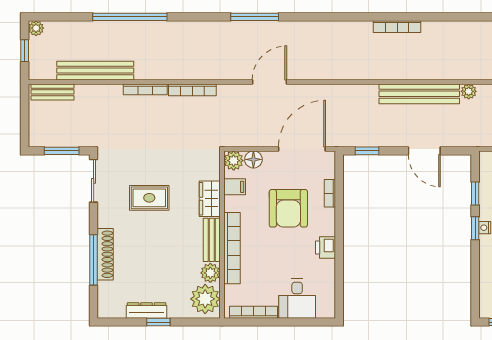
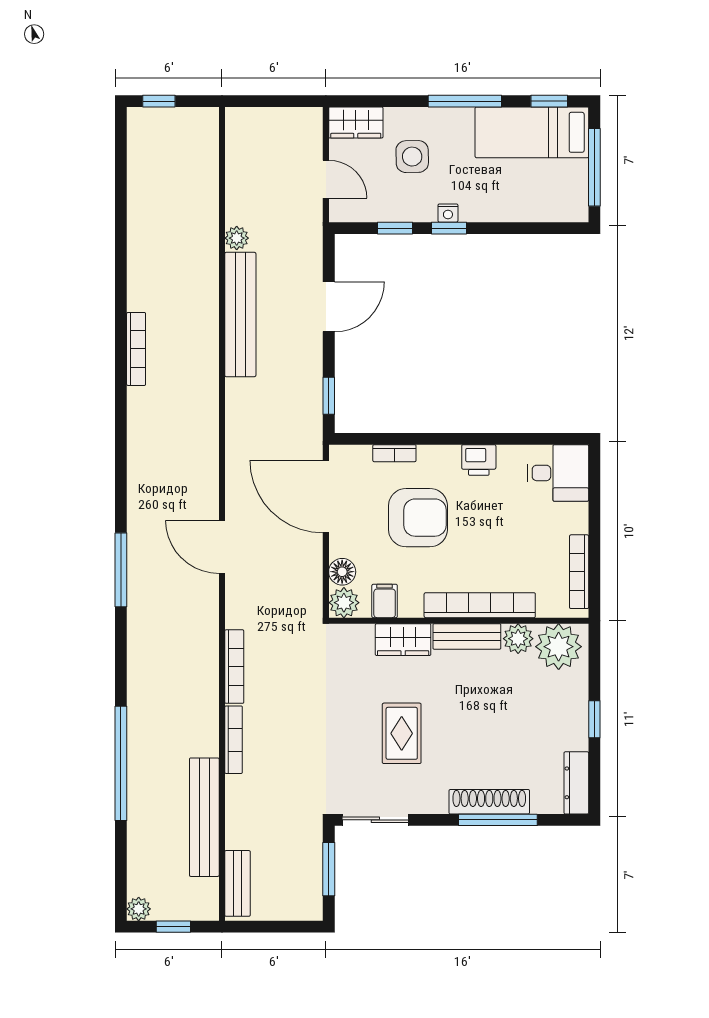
desk: (297, 299) -> (558, 473), moved
dresser: (147, 310) -> (576, 783), moved

